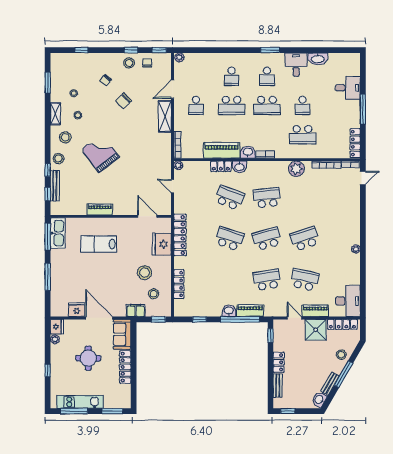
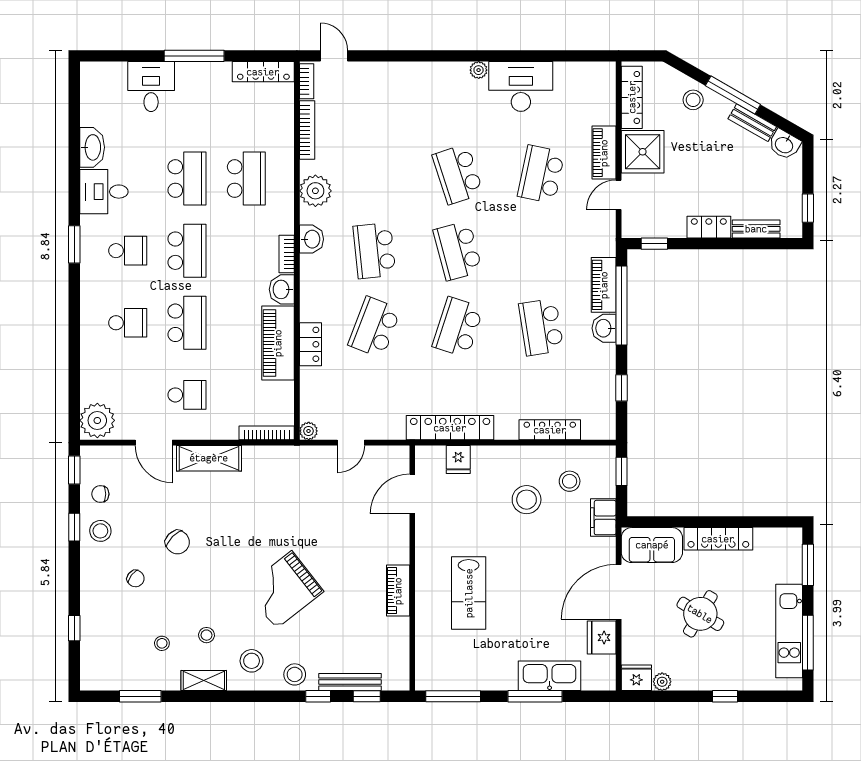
plant: (179, 57) -> (97, 420), width x1.88, depth x1.88
school desk: (302, 106) -> (187, 179), width x1.85
washbasin: (239, 167) -> (311, 239), moved
kitchen sink: (58, 233) -> (550, 676), moved
fridge: (162, 244) -> (458, 459), width x0.53, depth x0.75
school desk: (267, 280) -> (541, 327), moved
desk: (348, 301) -> (521, 86), moved
round table: (88, 358) -> (700, 614), turned 31

